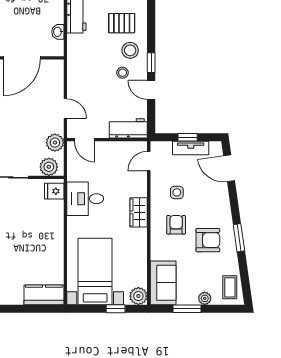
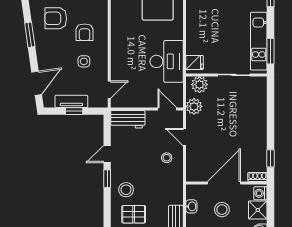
stool: (24, 28) -> (222, 210), added
stool: (123, 73) -> (167, 158), moved
door: (151, 90) -> (107, 154), swing flipped
door: (229, 168) -> (37, 83), hinge flipped
desk: (85, 199) -> (167, 61), width x1.37
wardrobe: (139, 212) -> (118, 43), removed
window: (239, 238) -> (30, 35), moved

